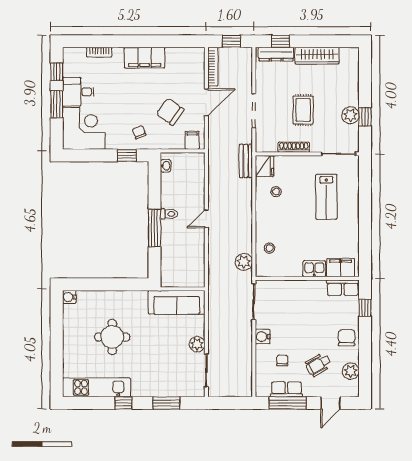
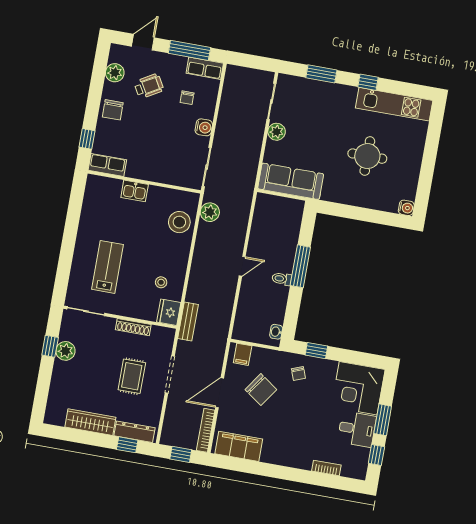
filing cabinet: (145, 58) -> (239, 446), moved
rug: (303, 110) -> (132, 376), moved
stool: (269, 248) -> (179, 222), width x1.89, depth x1.89
filing cabinet: (341, 268) -> (106, 187), removed
row of seats: (286, 389) -> (205, 68), moved

